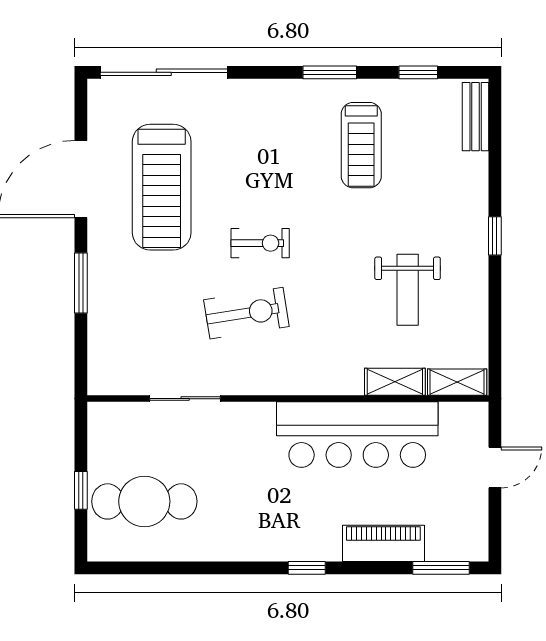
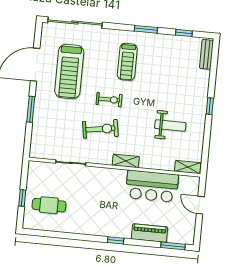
treadmill: (361, 145) -> (127, 62), moved
weight bench: (408, 290) -> (170, 126), turned -90
shelving: (395, 382) -> (126, 161), moved
bar counter: (357, 435) -> (152, 186), width x0.73
door: (495, 468) -> (200, 205), swing flipped
cafe table: (144, 501) -> (49, 205), width x0.73, depth x0.74

